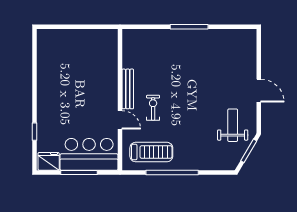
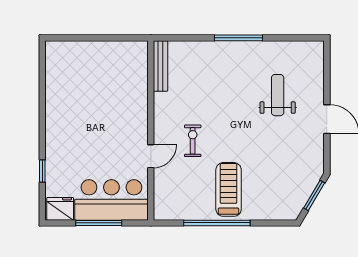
bench: (128, 89) -> (161, 66), moved
door: (120, 120) -> (151, 156), hinge flipped
weight bench: (233, 125) -> (278, 95), moved
treadmill: (151, 152) -> (229, 189), moved, turned -90

